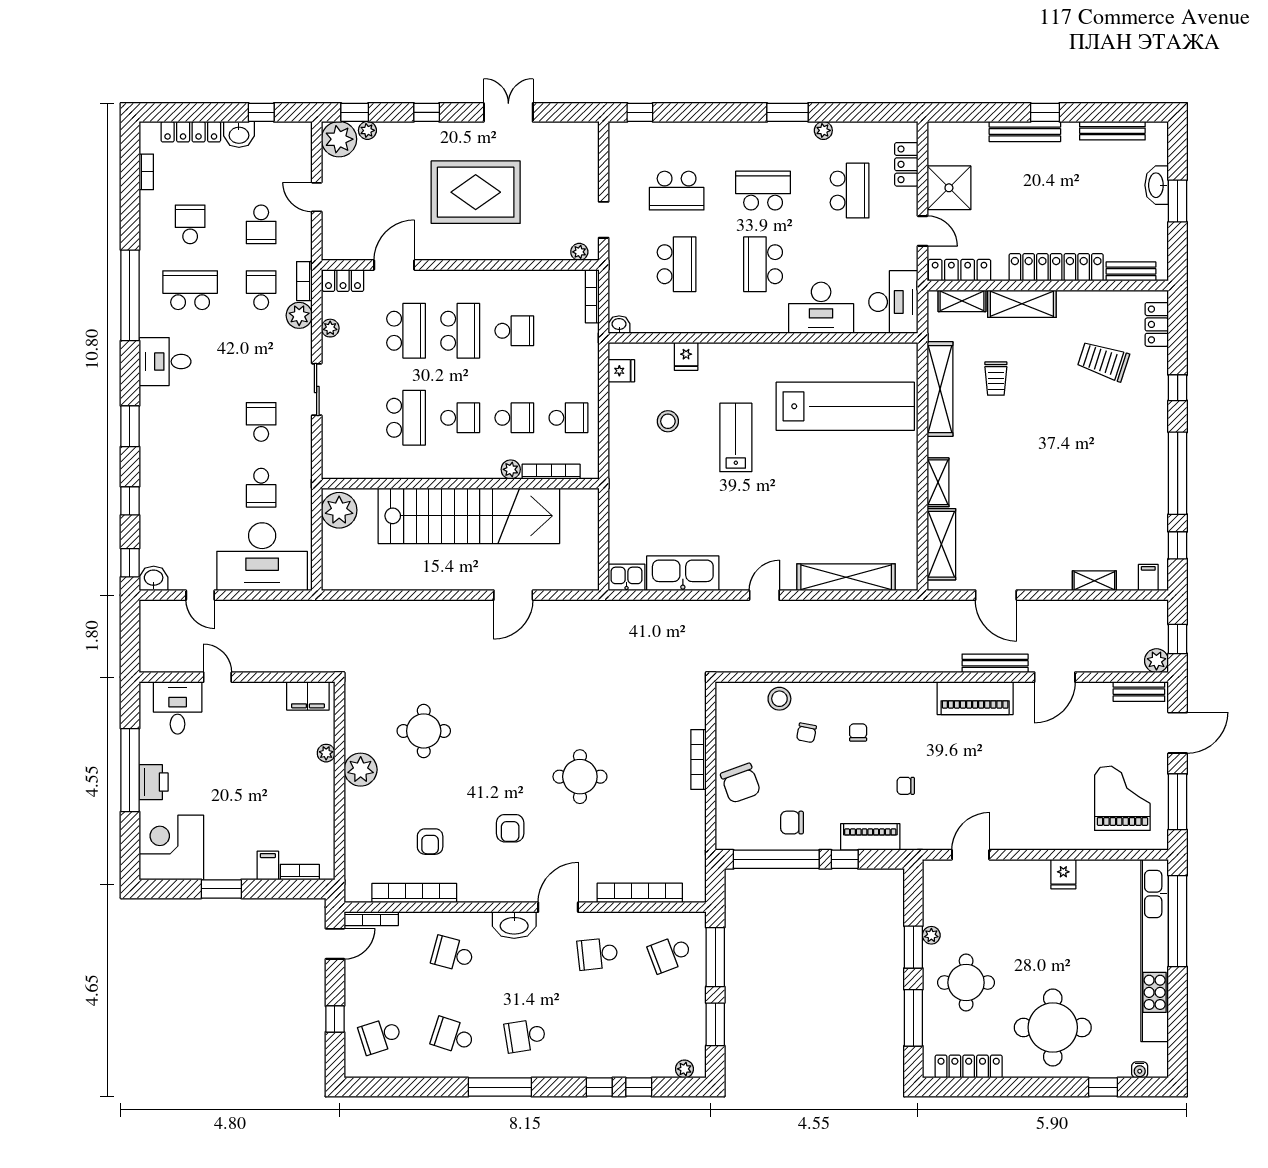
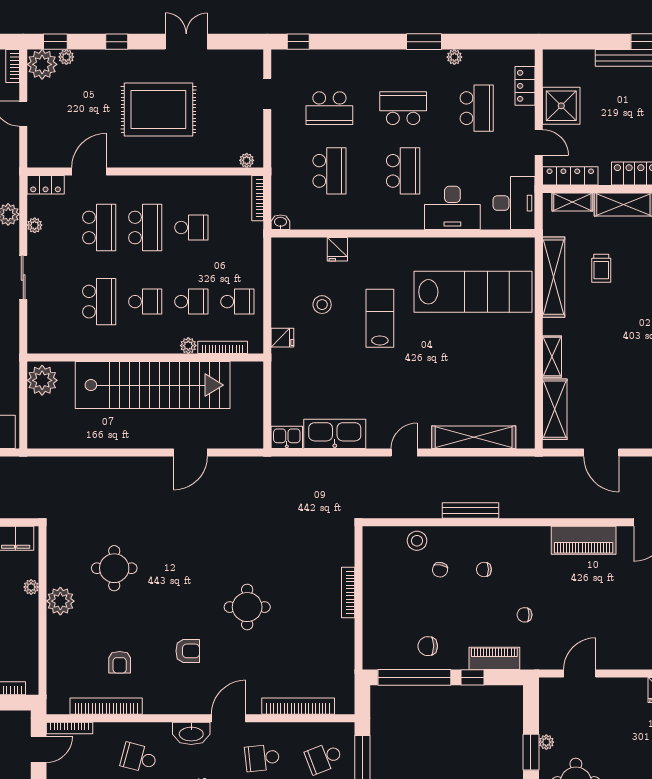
doorway: (604, 220) -> (267, 94), moved
school desk: (763, 264) -> (403, 171), turned 180
bookcase: (304, 281) -> (13, 66), moved
fridge: (621, 371) -> (282, 338), moved
bench: (995, 663) -> (471, 511), moved
chair: (858, 732) -> (484, 569), turned -90
chair: (741, 783) -> (384, 613), removed
armchair: (510, 828) -> (188, 651), turned -90

